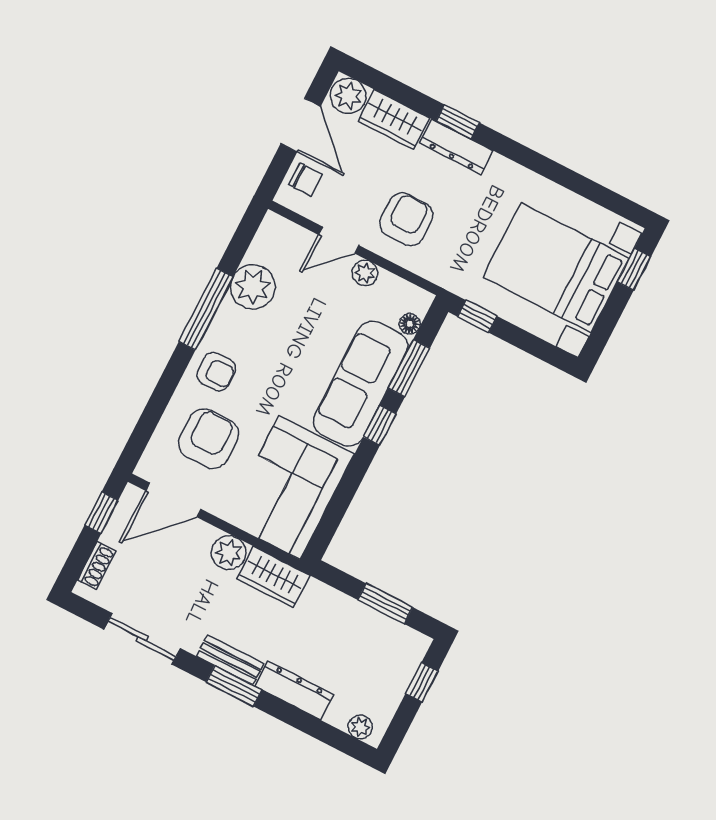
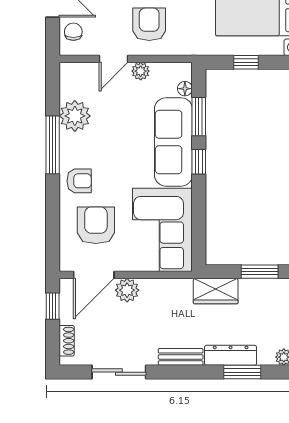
chair: (306, 180) -> (73, 32), turned -90
window: (477, 316) -> (246, 62), moved
plant: (229, 553) -> (127, 290), moved
wardrobe: (273, 577) -> (216, 291), moved
window: (234, 686) -> (242, 372), moved

